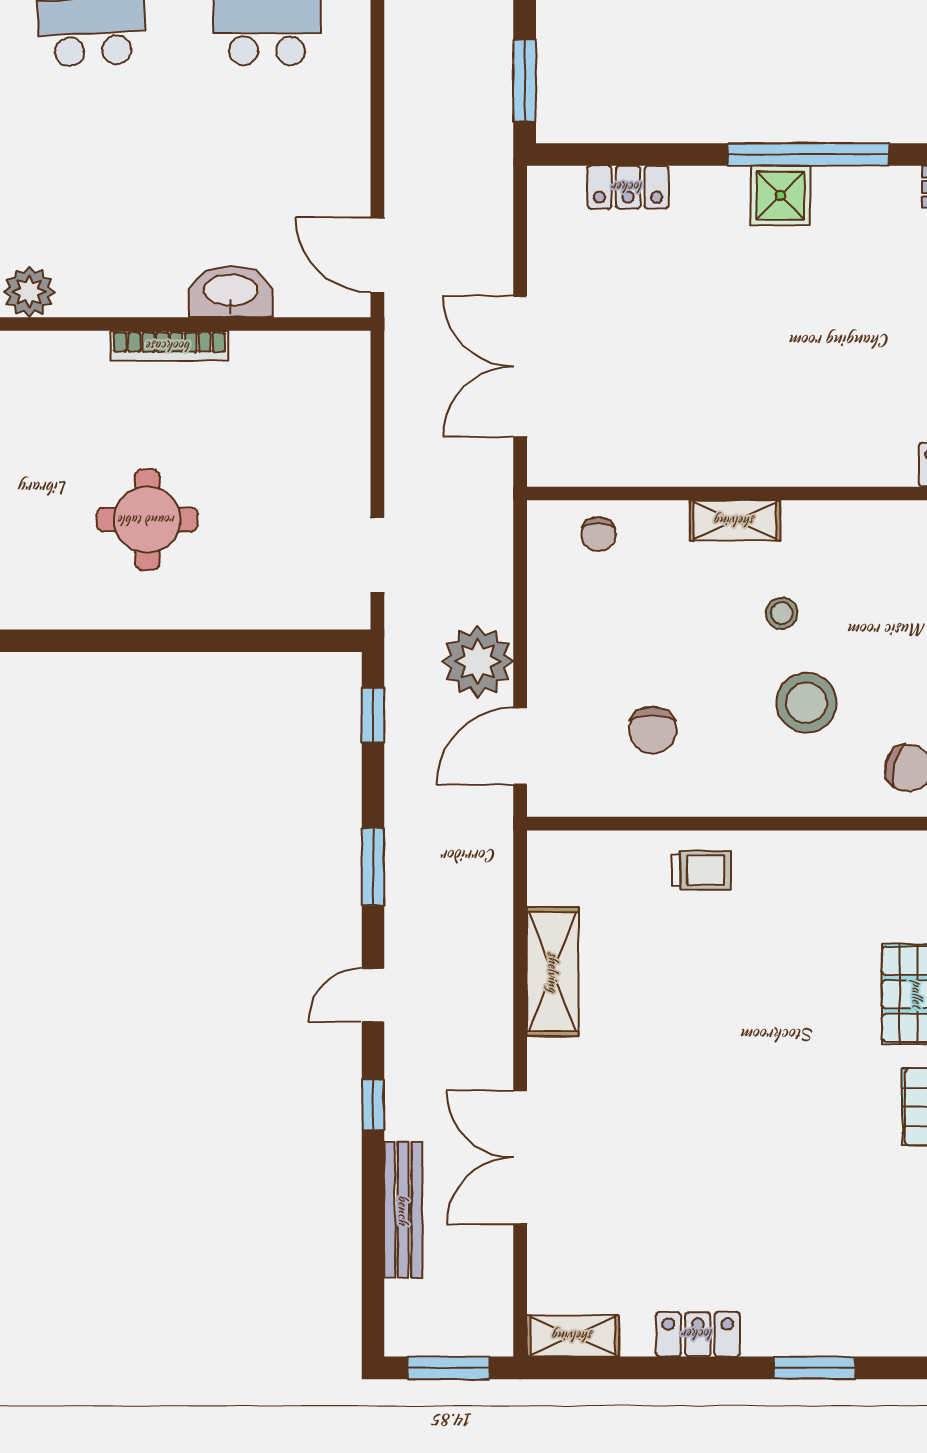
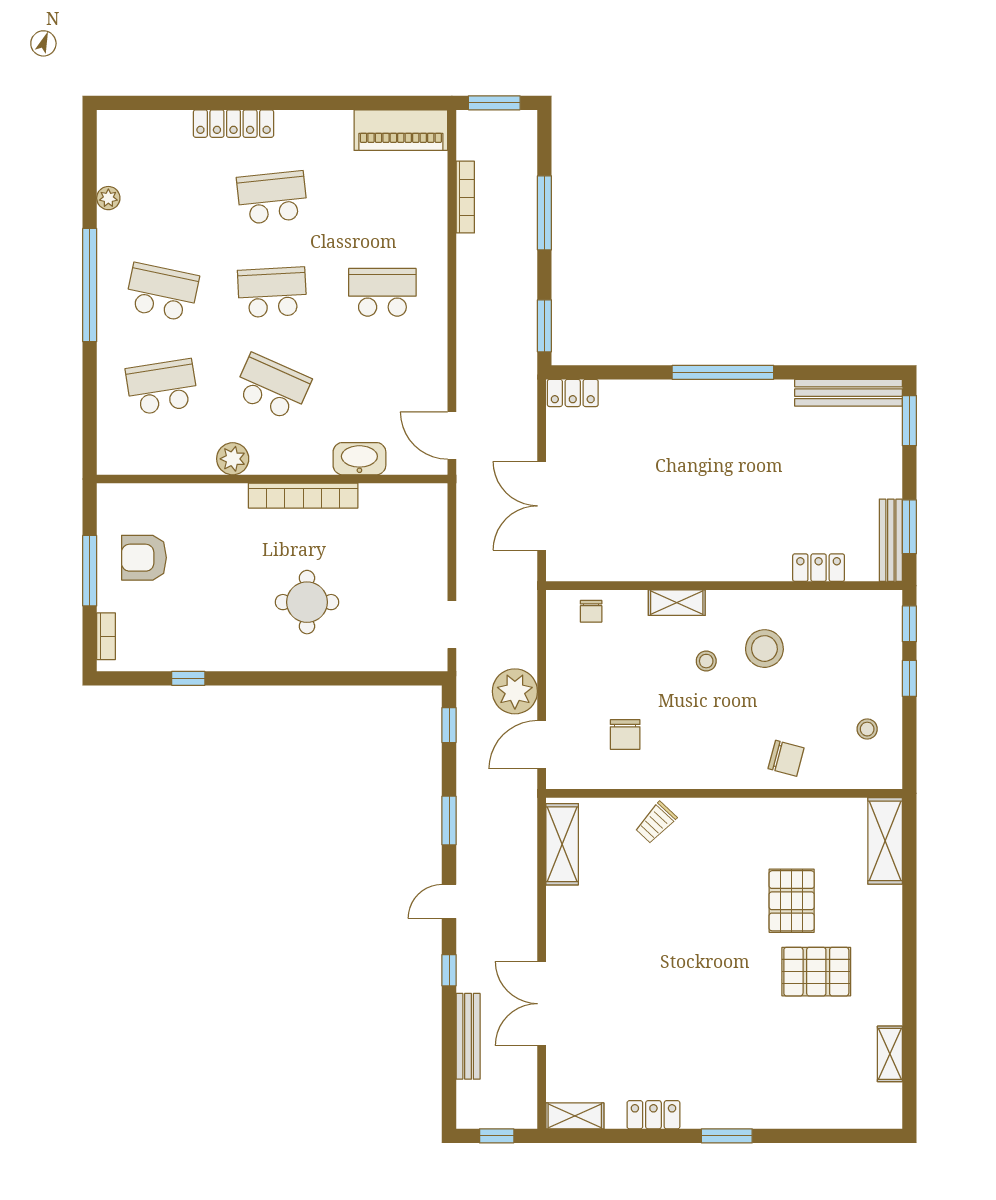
school desk: (92, 178) -> (272, 387), added
locker: (628, 187) -> (573, 393), moved
shower: (780, 195) -> (705, 398), removed
bookcase: (169, 346) -> (303, 496), width x1.48, depth x1.31
stool: (806, 703) -> (764, 649), moved
trolley: (702, 870) -> (656, 823), turned 133
shelving: (553, 972) -> (562, 844), moved
window: (449, 1368) -> (497, 1136), width x0.67

